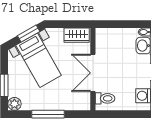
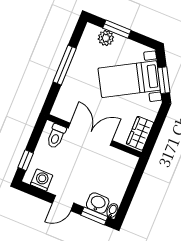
plant: (14, 104) -> (106, 38), moved
window: (133, 114) -> (26, 160), added

